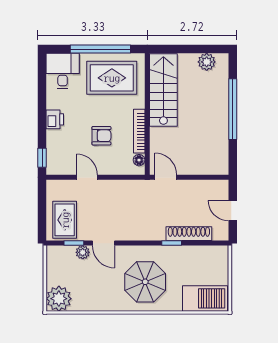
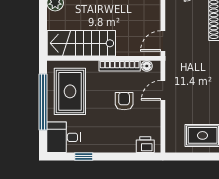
printer: (55, 119) -> (145, 145), moved
window: (42, 158) -> (84, 157), moved
door: (87, 177) -> (163, 90), moved

